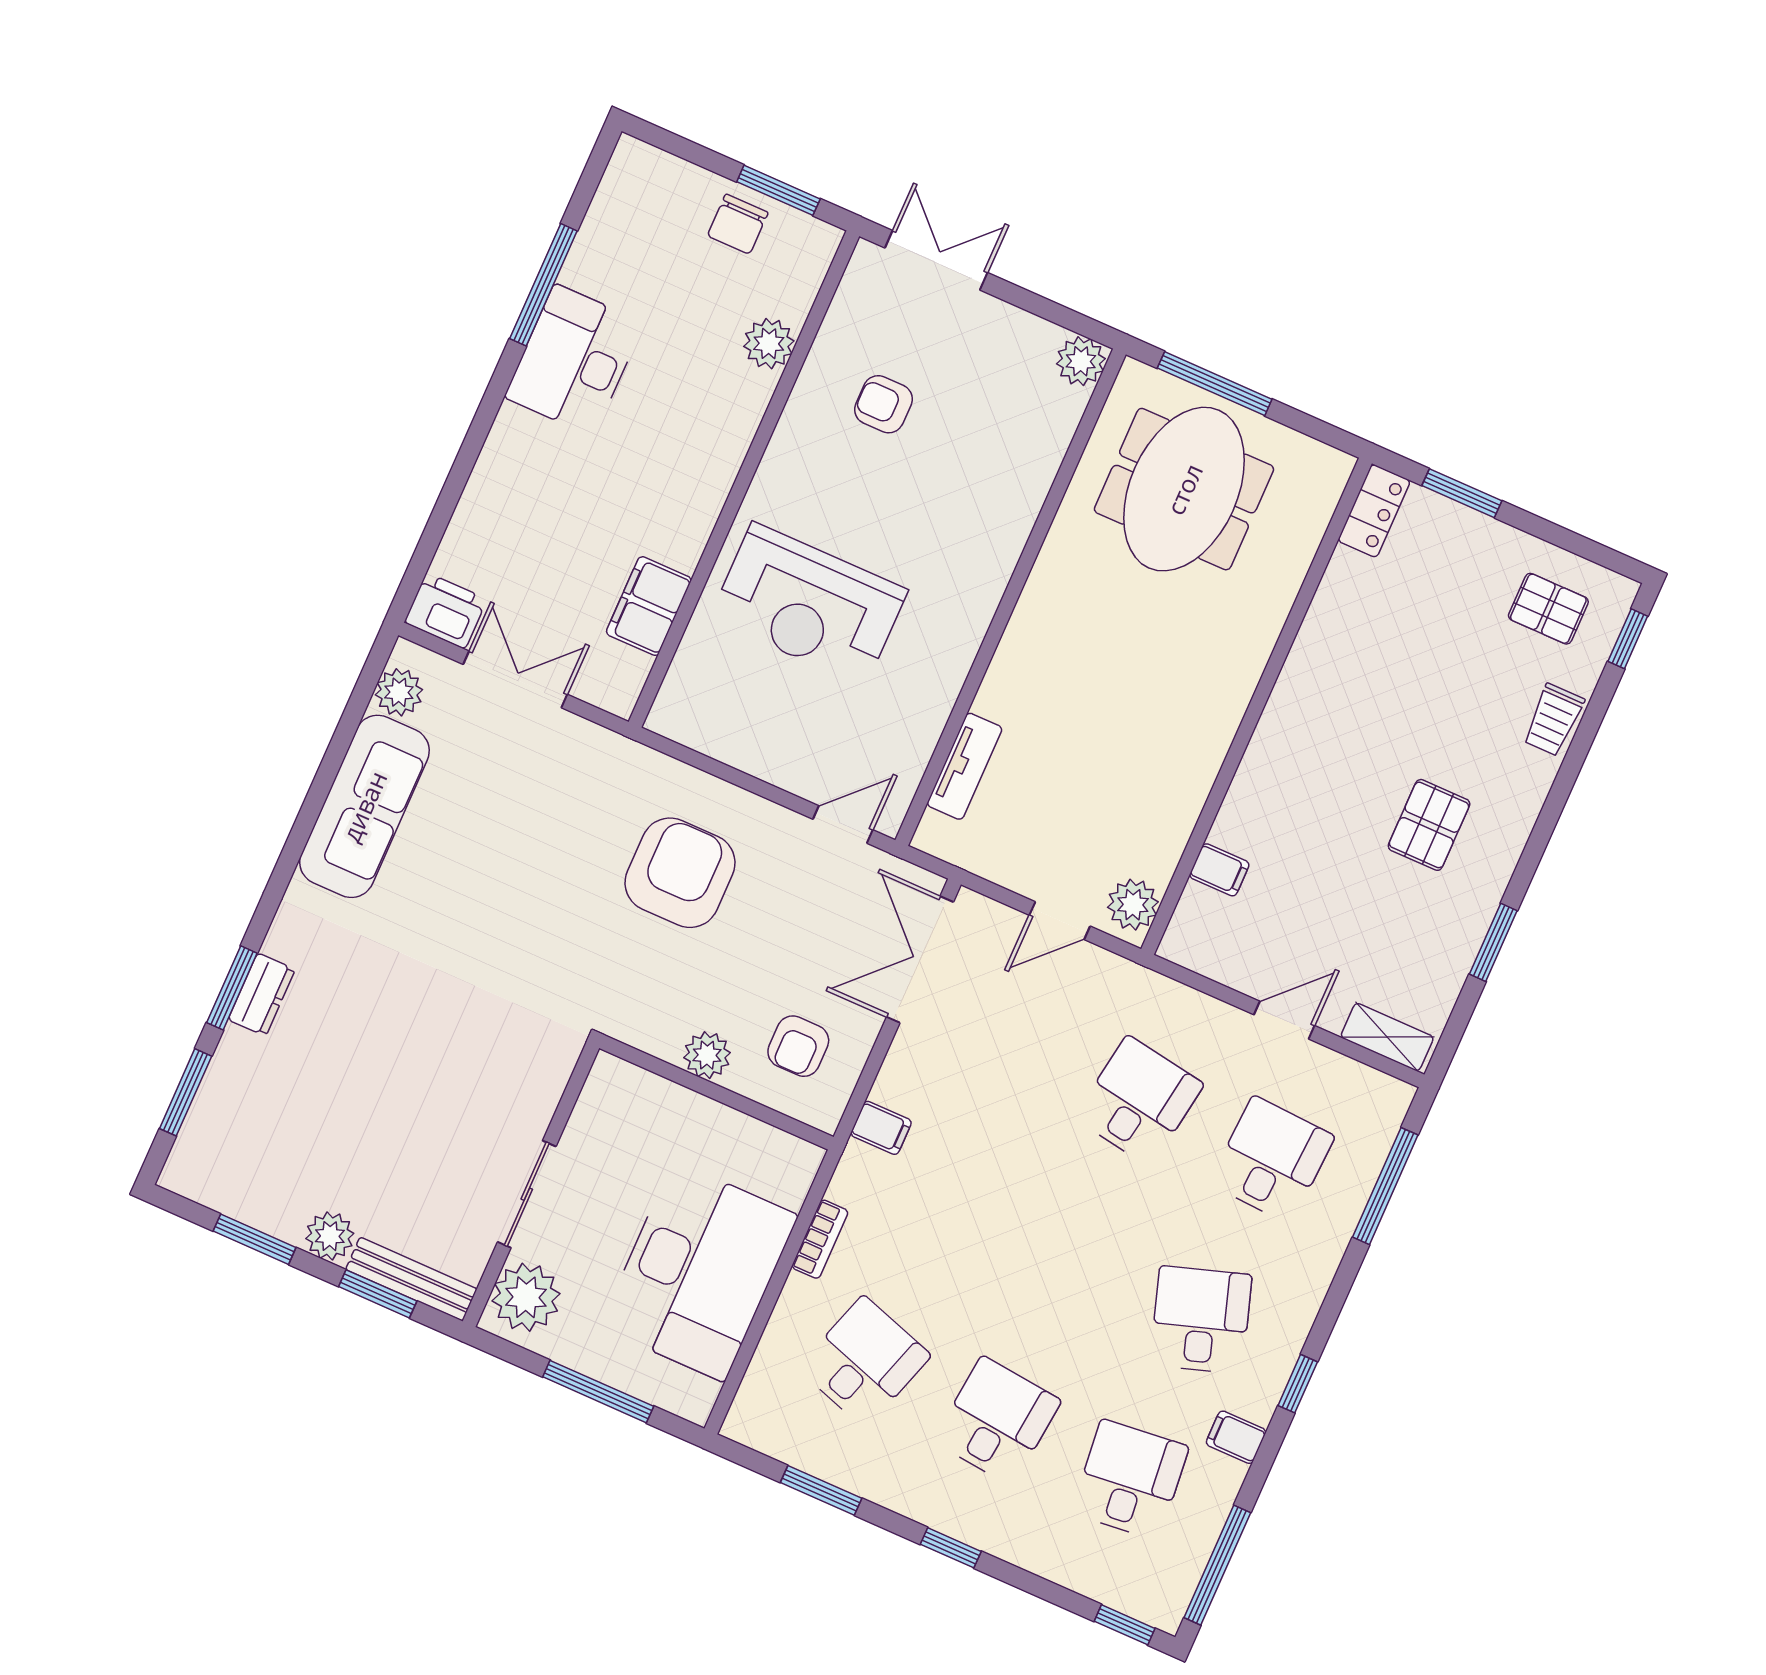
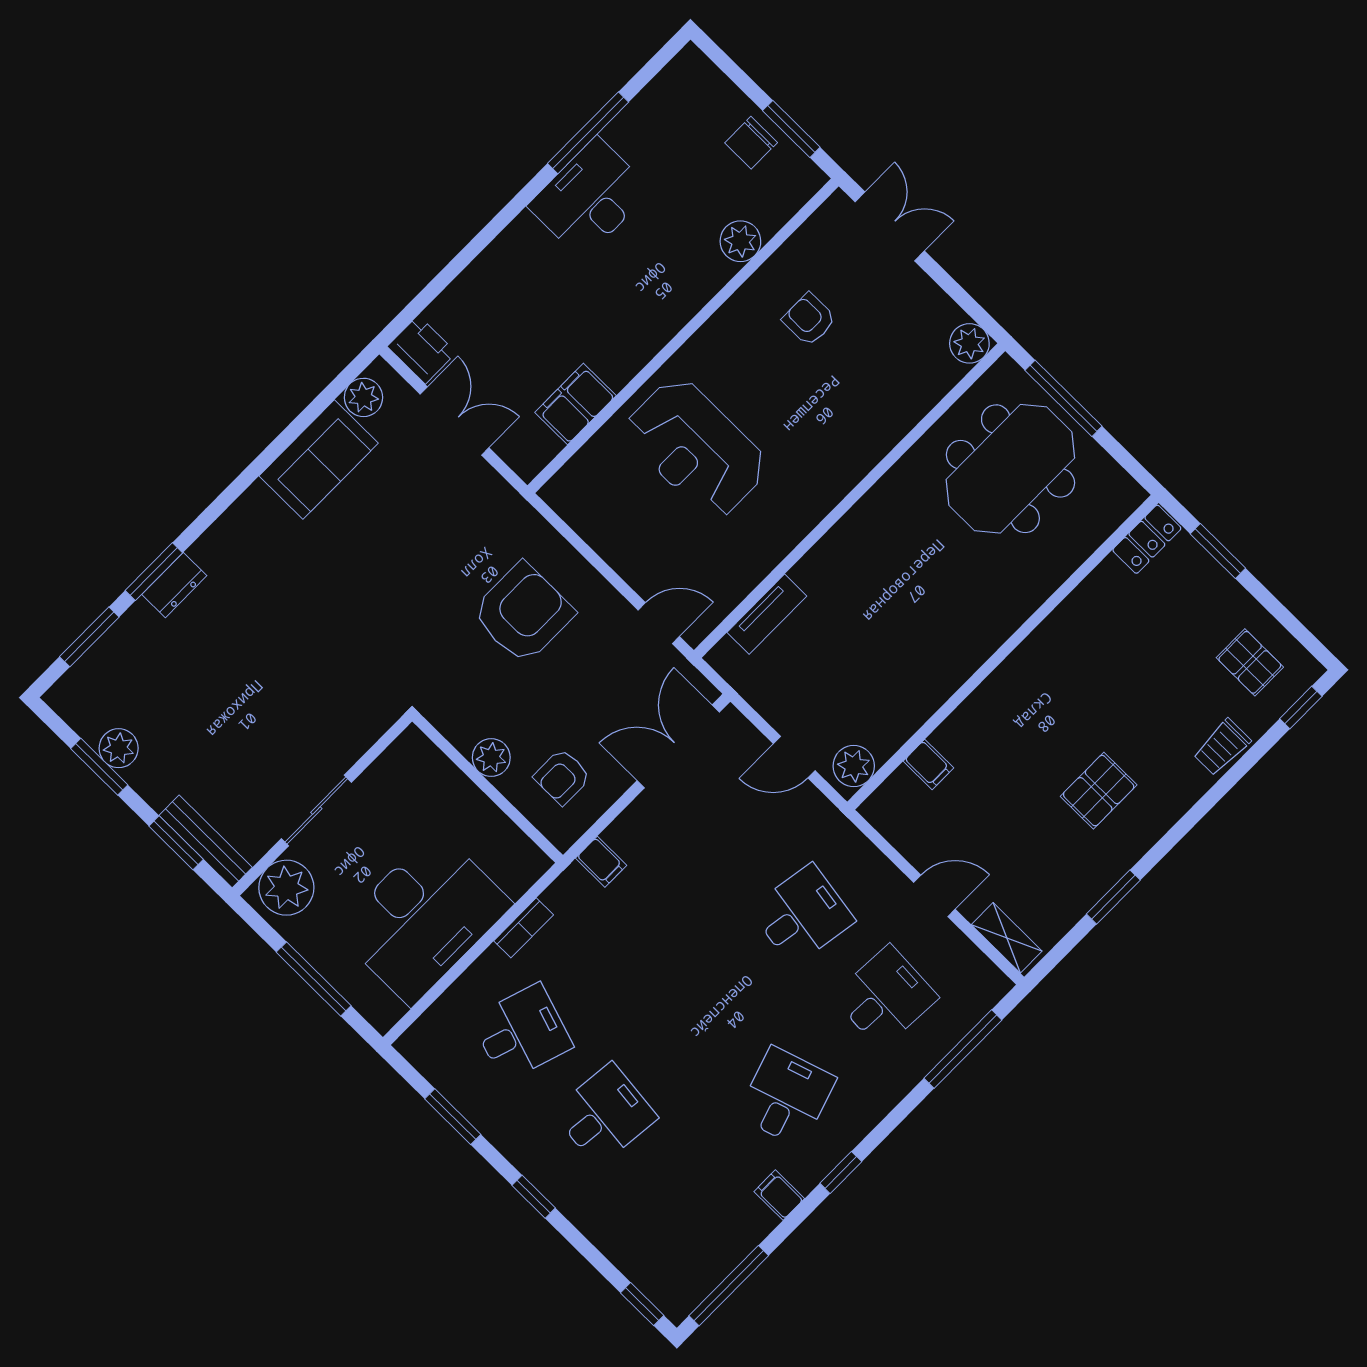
sofa: (364, 806) -> (319, 459), width x0.73
plant: (330, 1236) -> (119, 748), moved
desk: (1130, 1480) -> (688, 1197), removed

